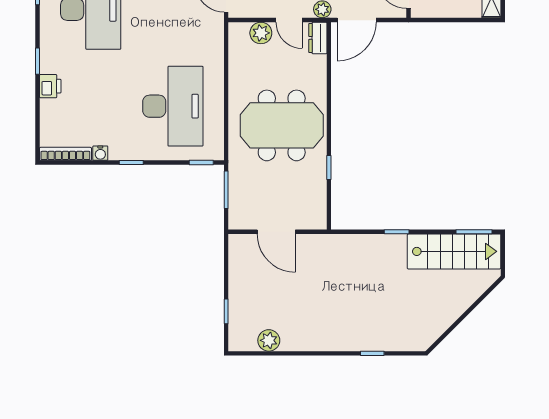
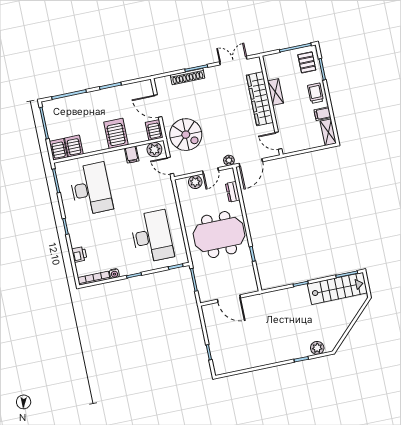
door: (289, 20) -> (210, 171), hinge flipped
dresser: (318, 38) -> (233, 192), moved
printer: (50, 86) -> (79, 254), moved
plant: (269, 340) -> (317, 348), moved

